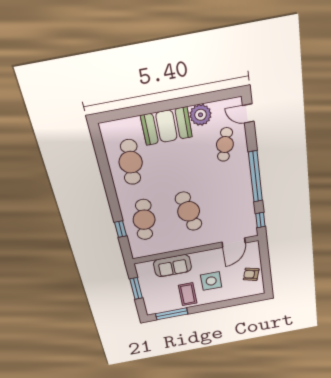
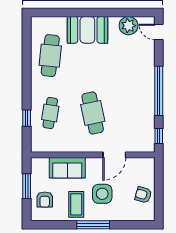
plant: (201, 115) -> (128, 26), moved
cafe table: (225, 145) -> (135, 56), removed
cafe table: (144, 220) -> (50, 113), width x0.73, depth x0.74
door: (234, 243) -> (114, 155), moved
armchair: (156, 296) -> (45, 200), added
window: (172, 314) -> (93, 225), moved

